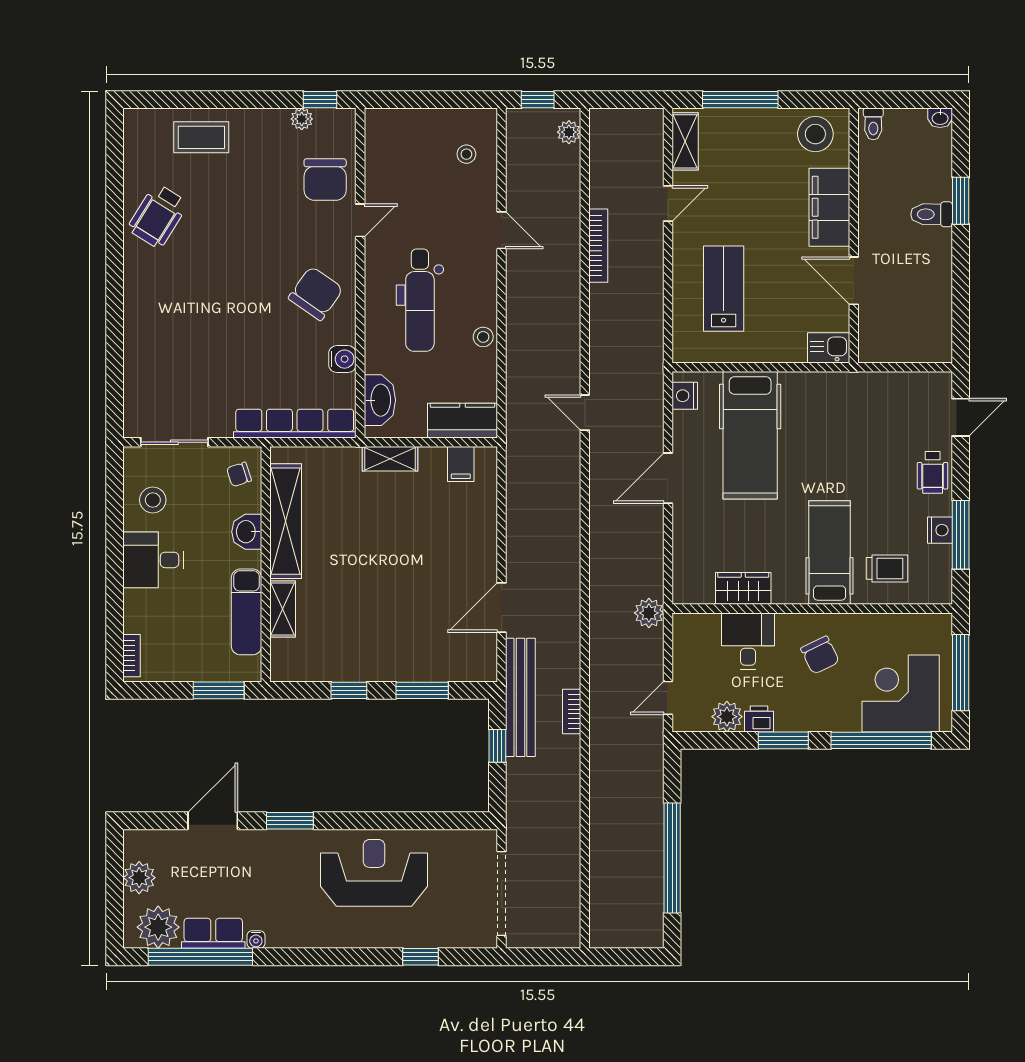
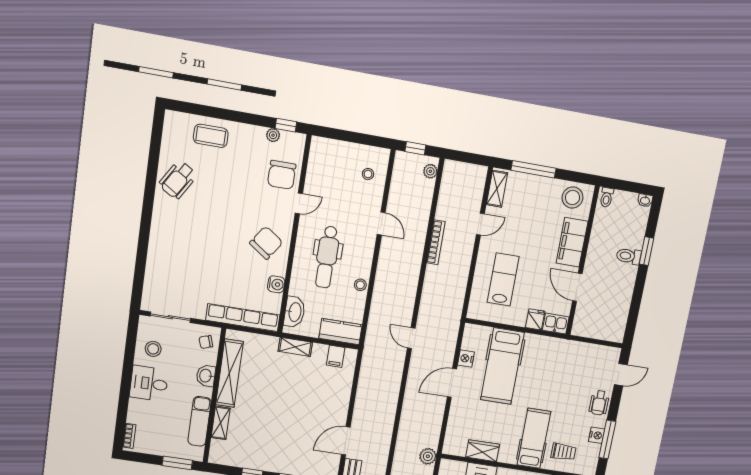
fridge: (792, 347) -> (535, 319), added
nightstand: (685, 396) -> (466, 358), moved

